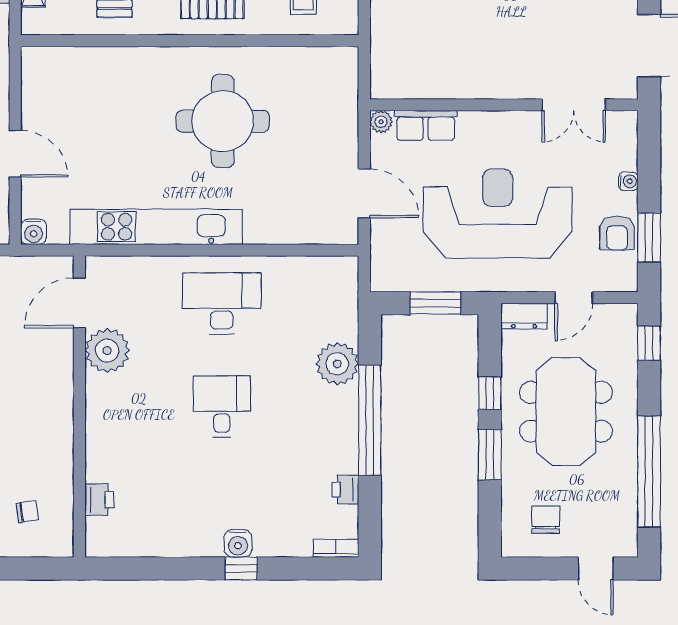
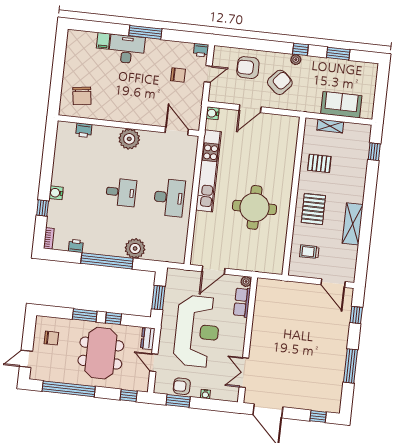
plant: (107, 351) -> (129, 139), moved
meeting table: (566, 412) -> (101, 353), turned 90
chair: (27, 512) -> (82, 96), width x1.87, depth x1.87
window: (241, 568) -> (43, 208), moved

